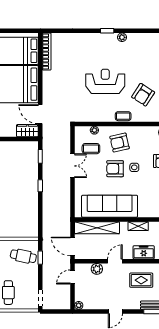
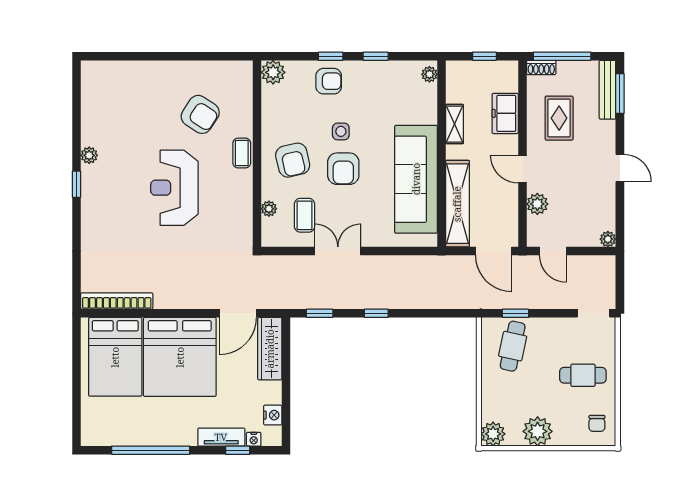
wardrobe: (27, 131) -> (270, 349), width x1.50
door: (72, 246) -> (494, 251), hinge flipped

